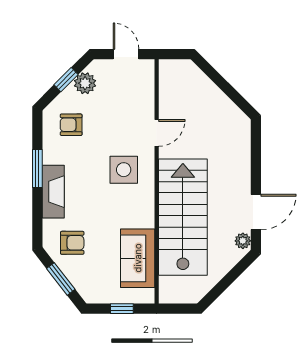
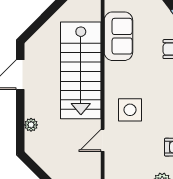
plant: (243, 241) -> (31, 125), moved

